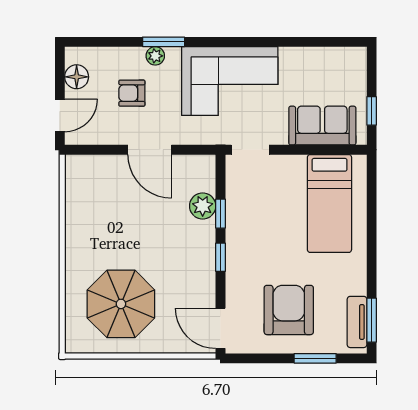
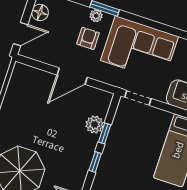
armchair: (132, 93) -> (88, 38), moved, turned 90
door: (150, 150) -> (72, 76), hinge flipped

